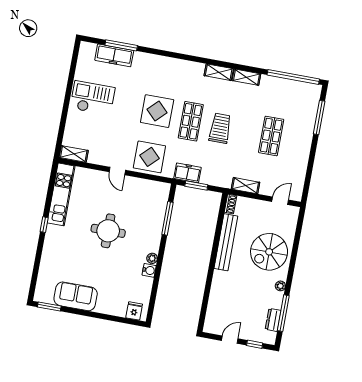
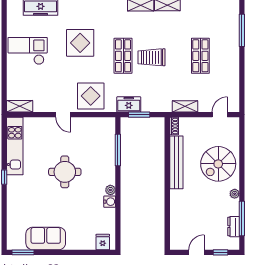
display table: (157, 111) -> (80, 43), moved
trolley: (220, 128) -> (152, 57), turned -90

